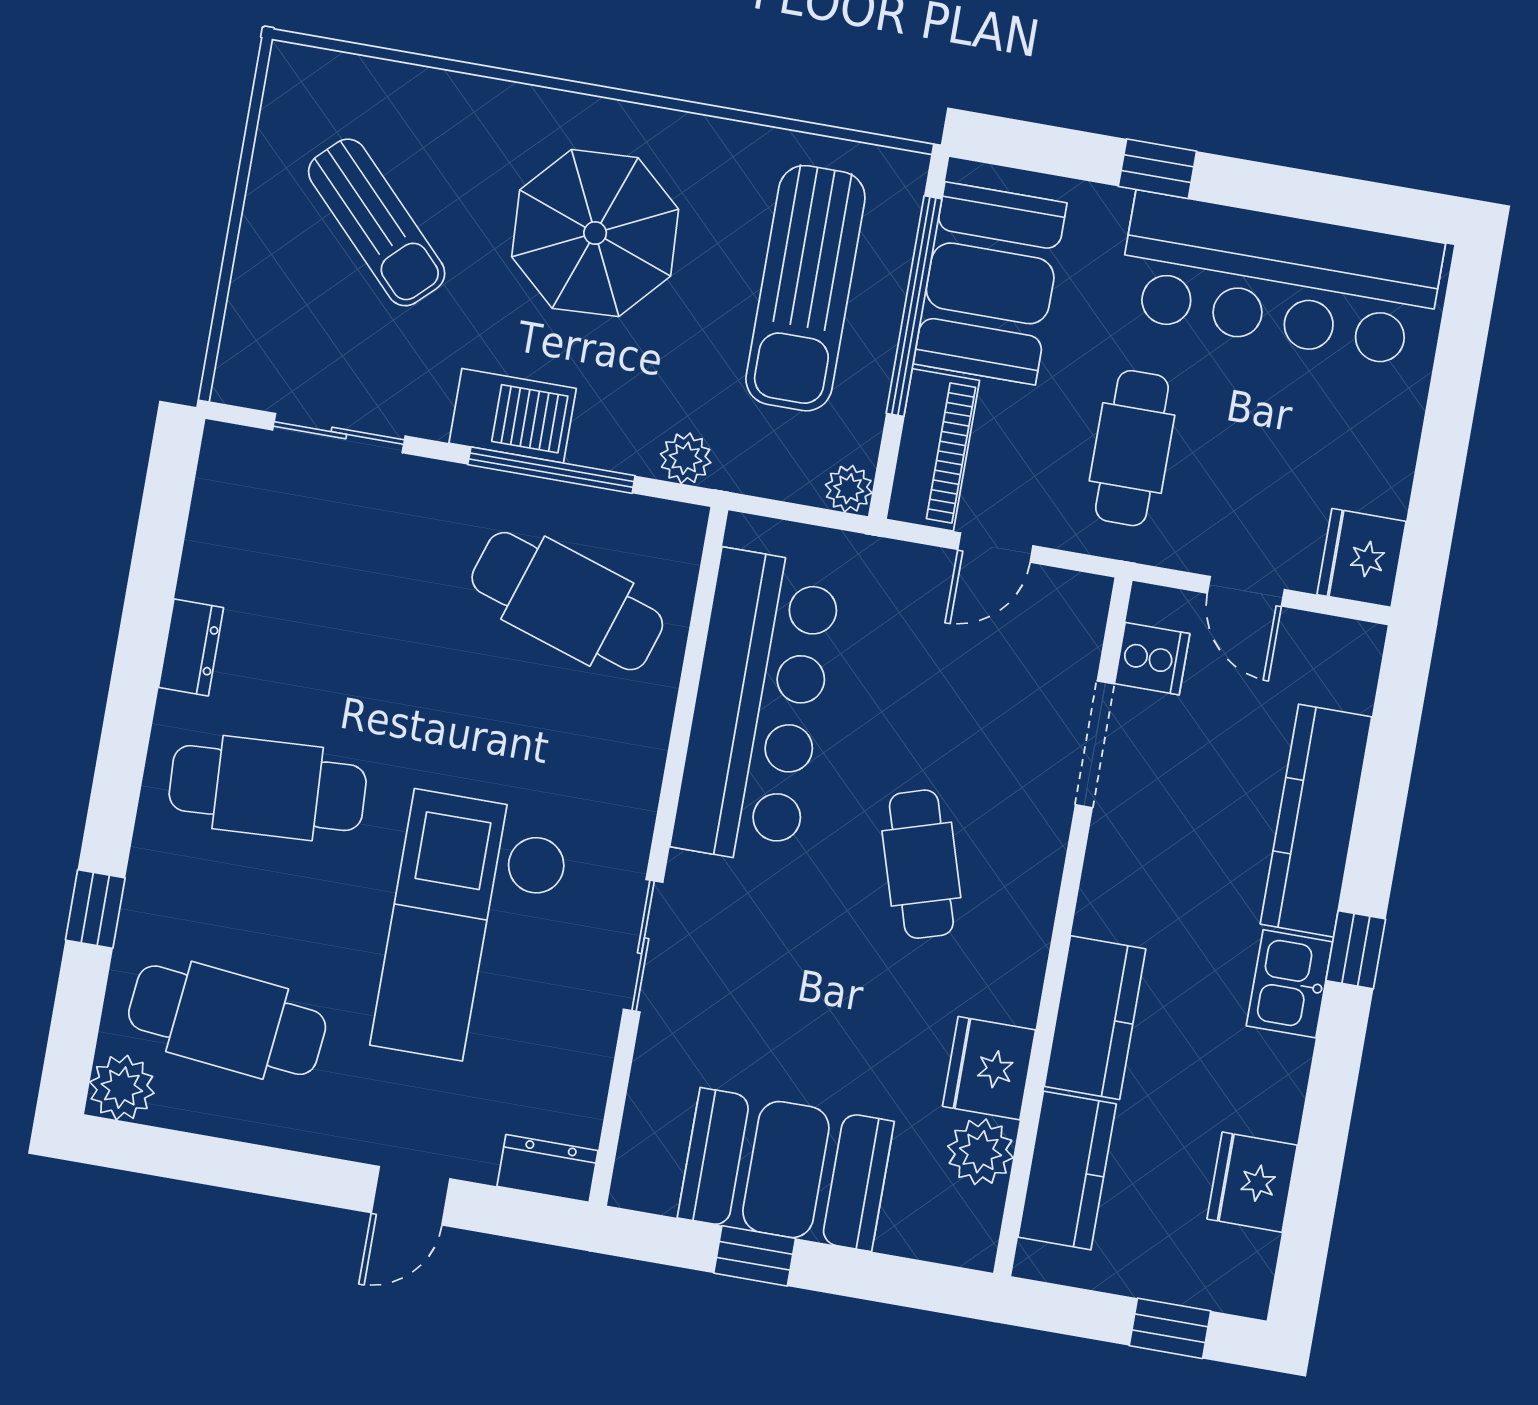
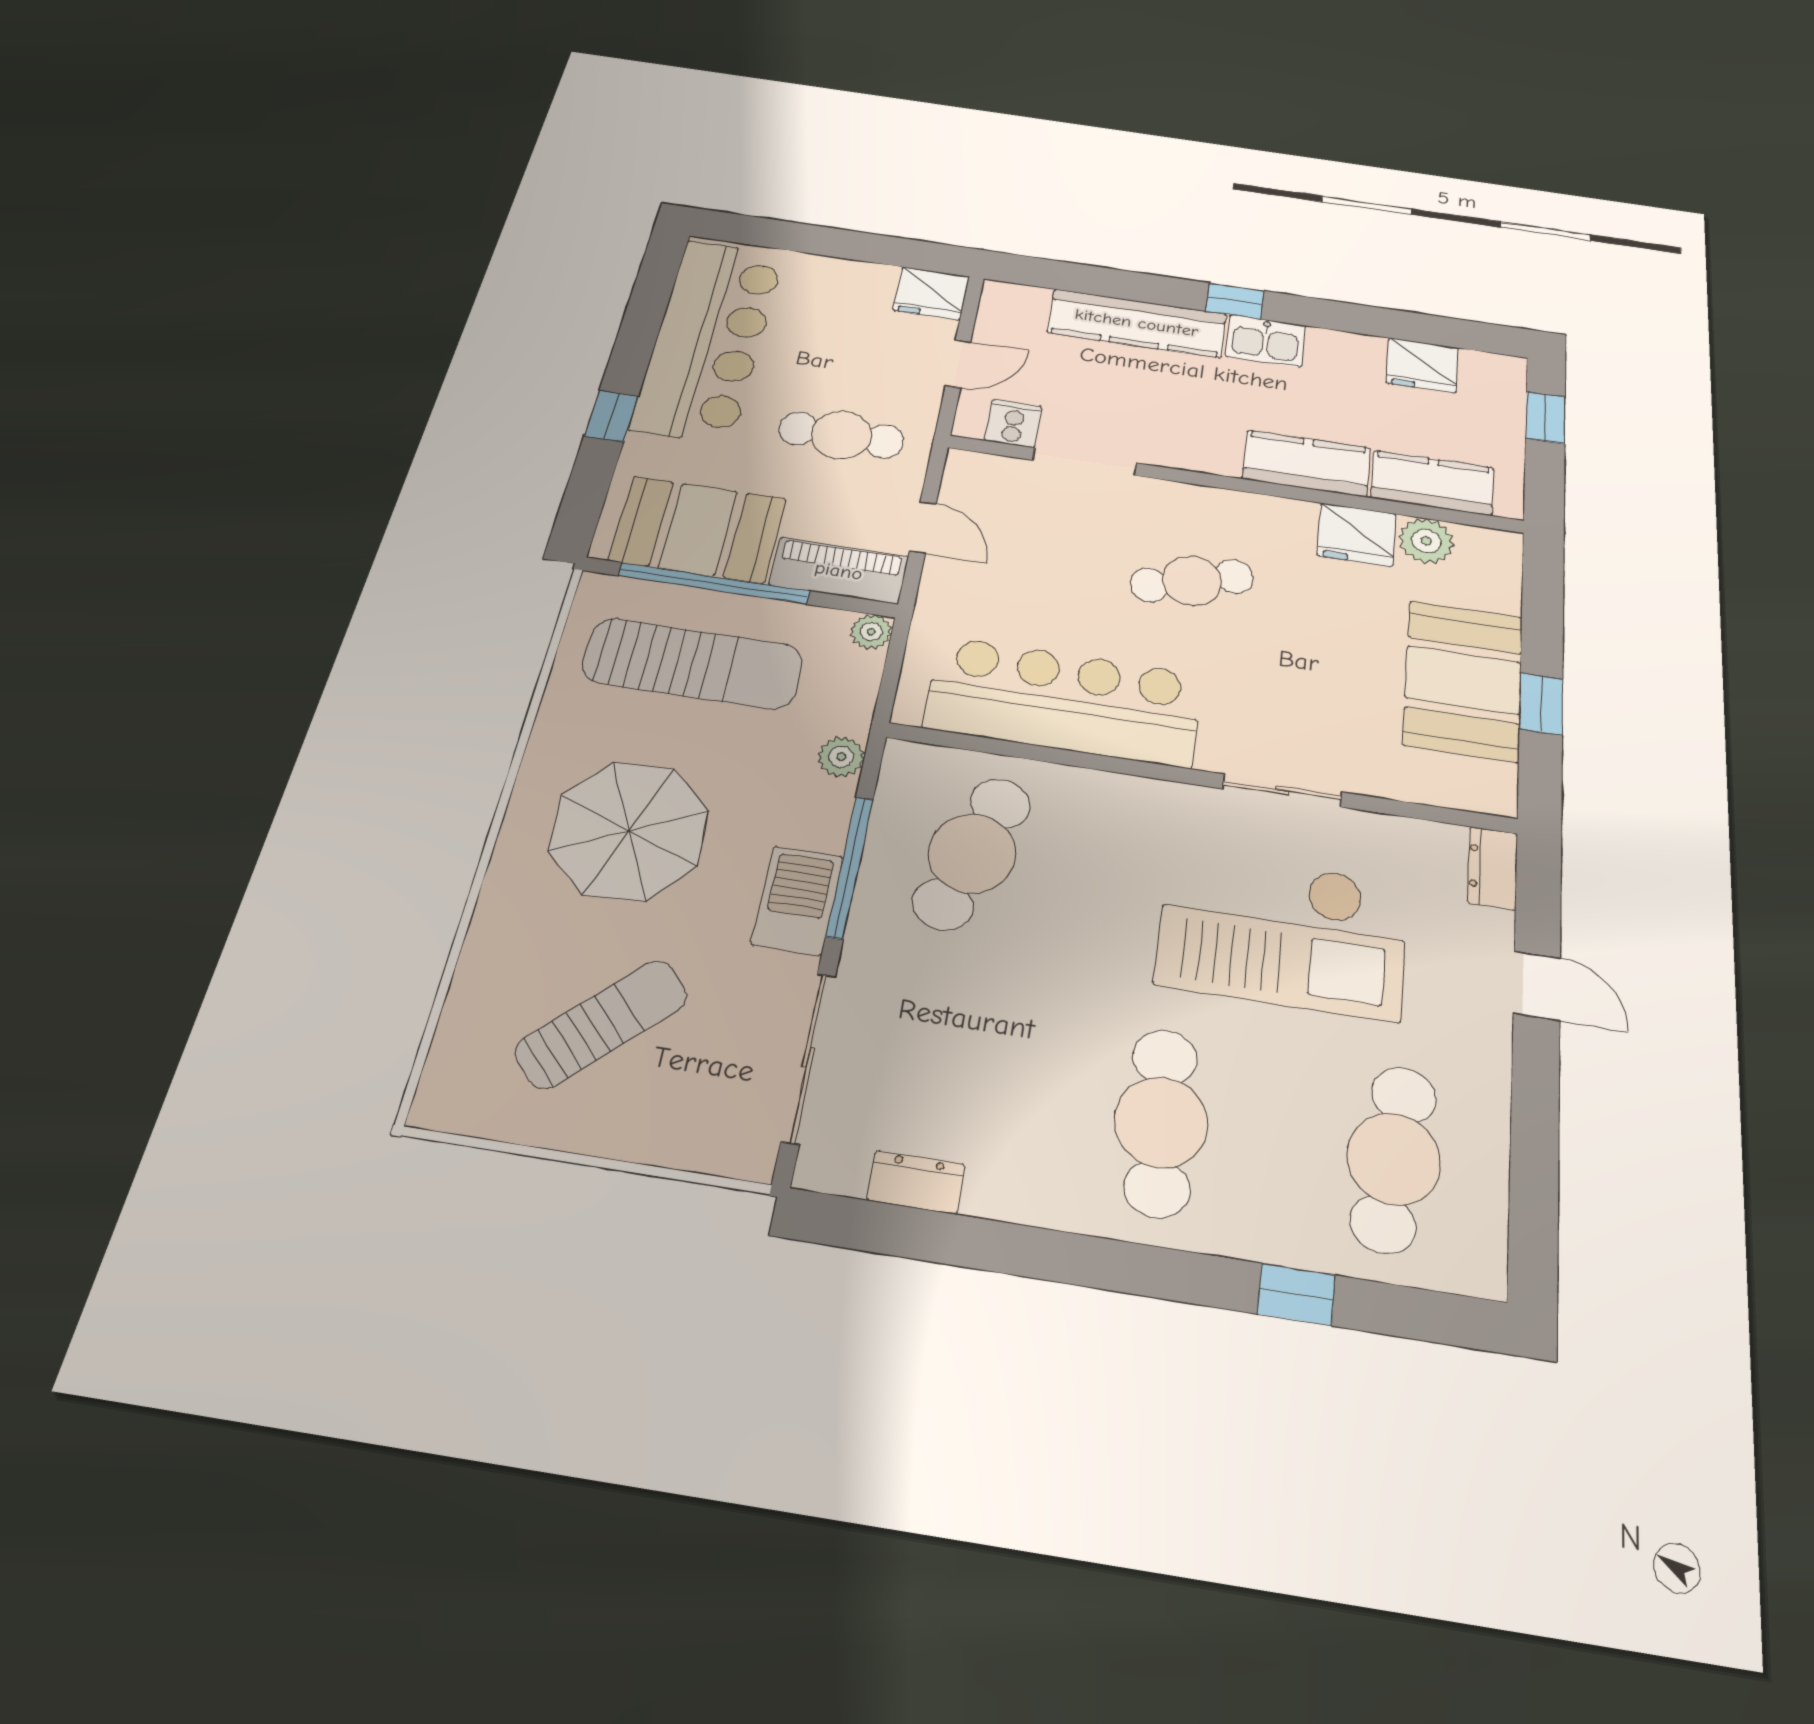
sliding door: (339, 433) -> (809, 1057), width x1.37
dresser: (191, 647) -> (916, 1182), moved
plant: (122, 1088) -> (1475, 1264), removed

